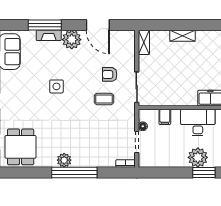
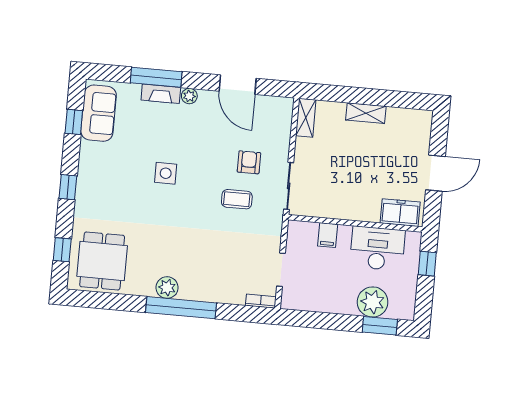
plant: (72, 40) -> (189, 96), width x0.53, depth x0.53
armchair: (110, 74) -> (249, 162), turned 90
floor lamp: (143, 126) -> (293, 246), removed

